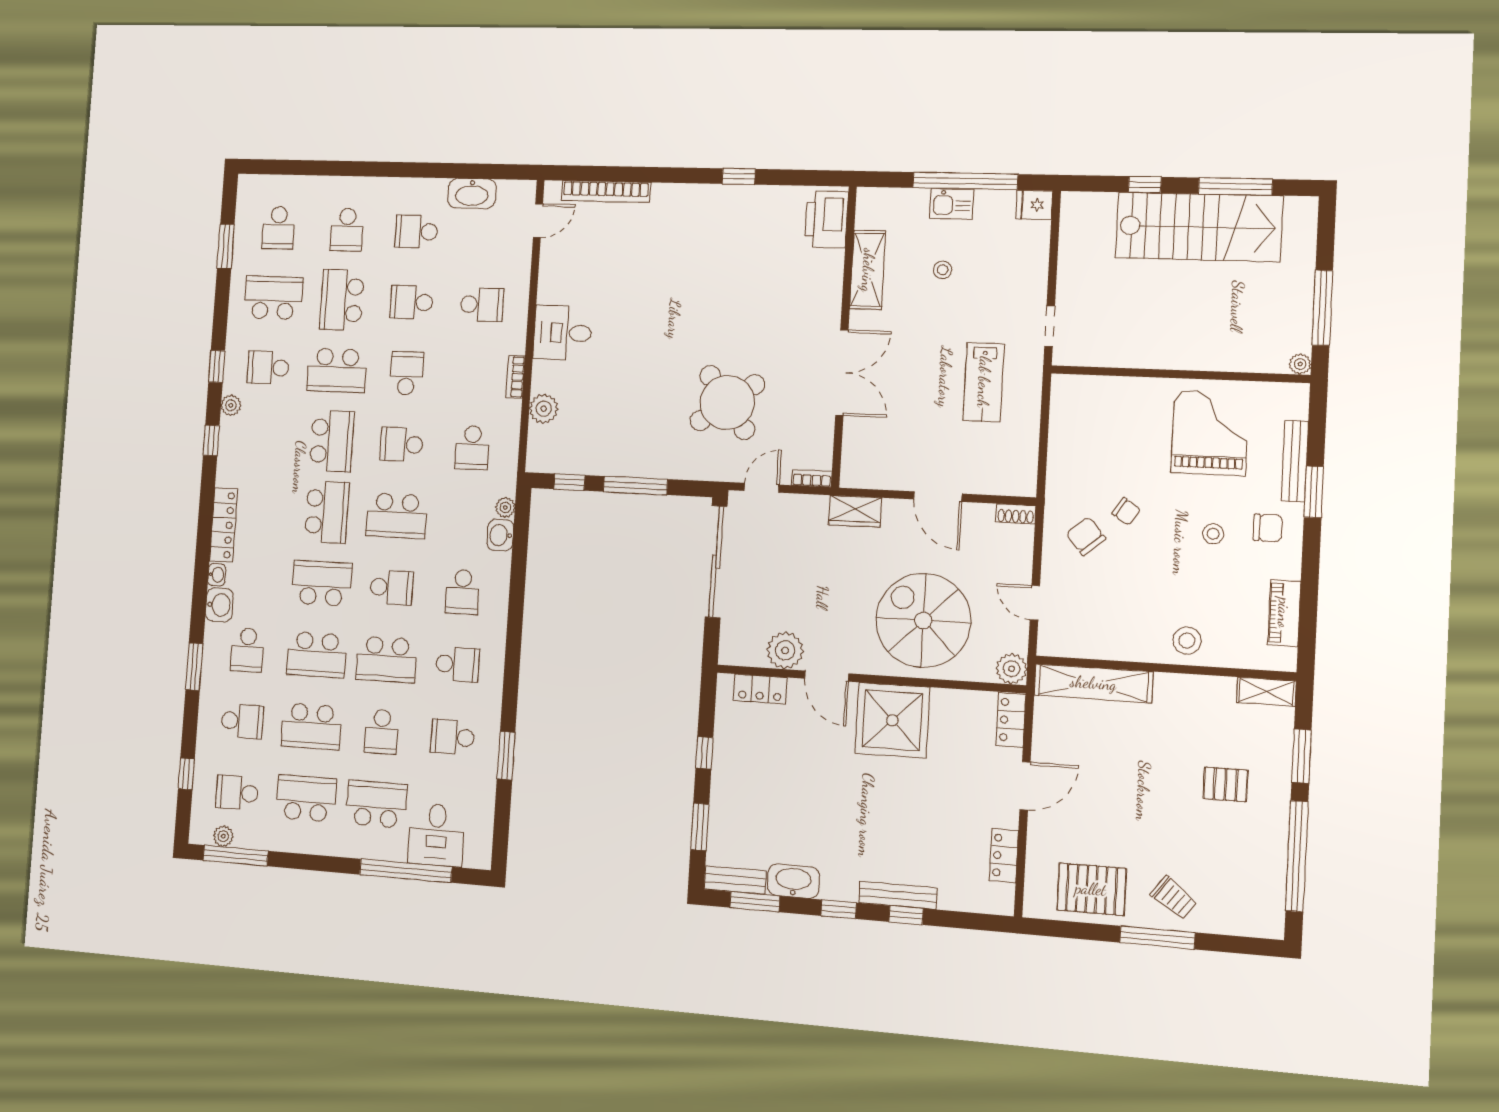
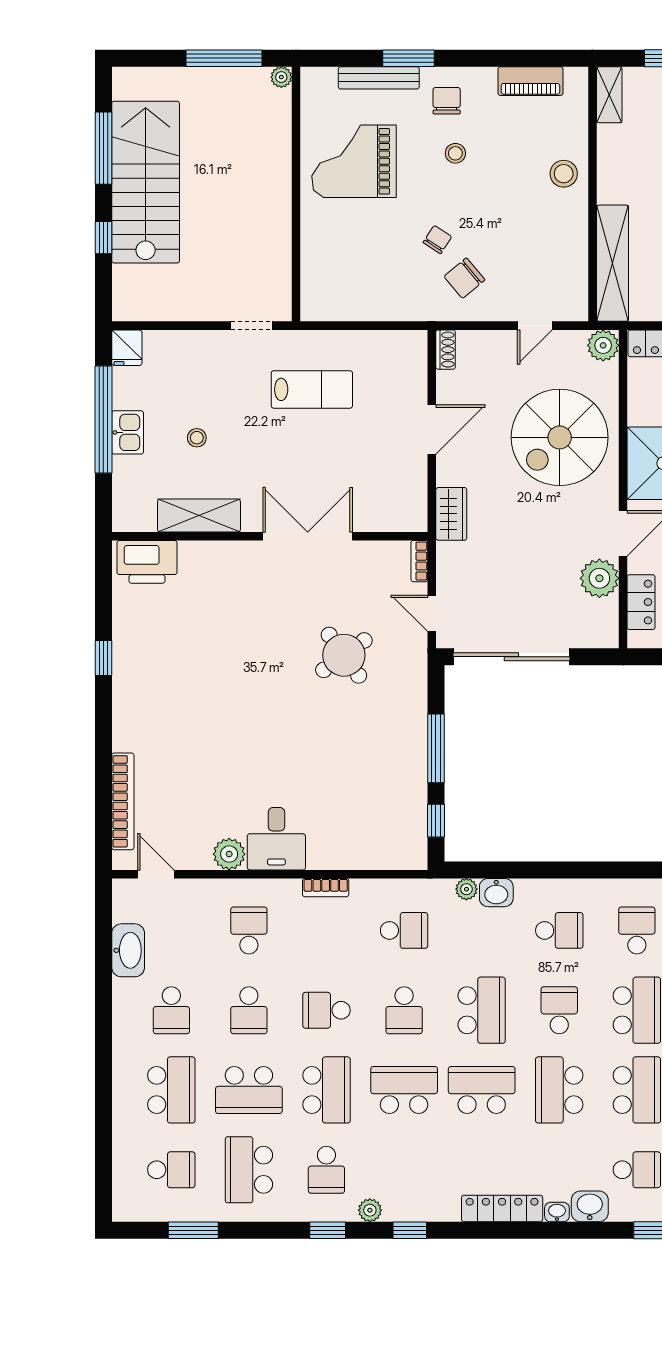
school desk: (347, 230) -> (171, 1090), width x1.85
round table: (727, 403) -> (344, 655), width x0.73, depth x0.73
plant: (544, 409) -> (229, 854), moved

